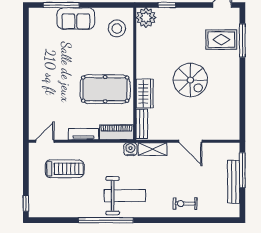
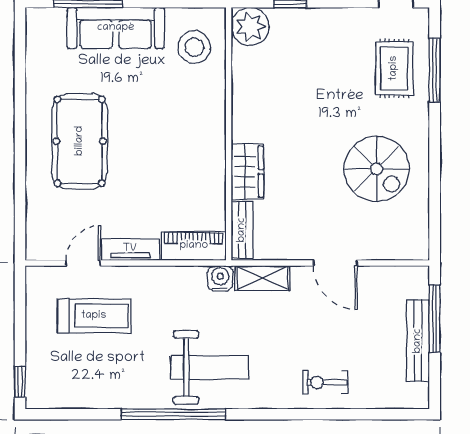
sofa: (76, 19) -> (116, 28), width x1.36
rug: (221, 40) -> (394, 68), turned 90
spiral stairs: (190, 80) -> (377, 169), moved
pool table: (105, 89) -> (80, 141), moved, turned 90
door: (45, 141) -> (83, 263), moved

